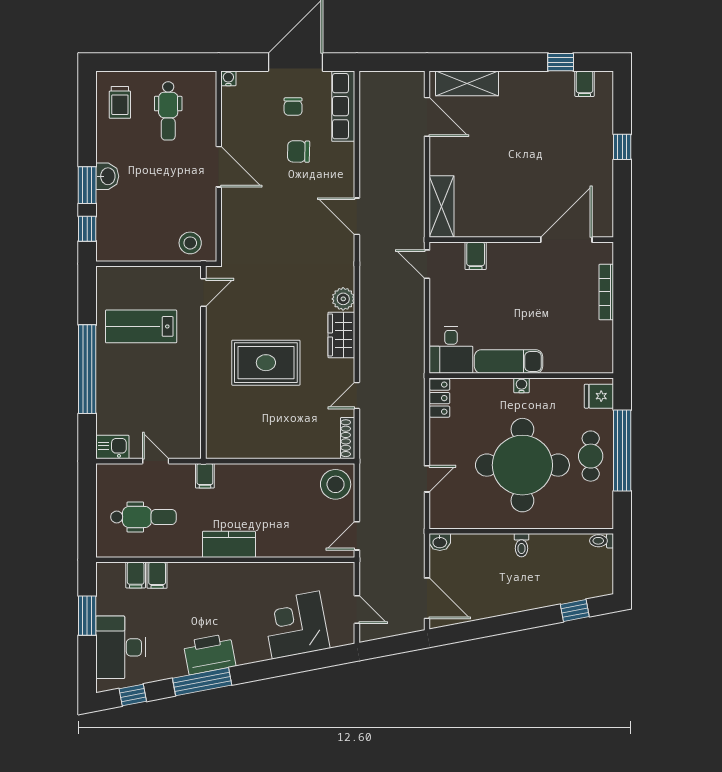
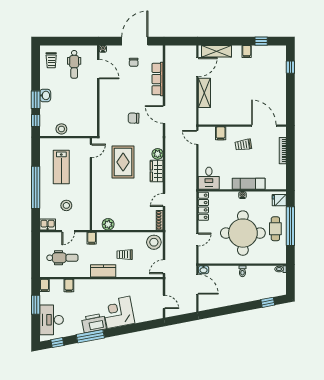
filing cabinet: (585, 84) -> (247, 51), moved
row of seats: (343, 106) -> (158, 79), moved
door: (427, 117) -> (197, 67), hinge flipped
window: (622, 147) -> (290, 67), moved
chair: (299, 151) -> (134, 118), moved
door: (219, 167) -> (98, 69), moved
shelving: (442, 207) -> (204, 93), moved
door: (566, 240) -> (264, 126), hinge flipped
stool: (190, 243) -> (61, 129), moved
trolley: (523, 280) -> (243, 145), added
lab bench: (141, 326) -> (61, 167), turned -90
exam couch: (509, 362) -> (249, 184), moved
rug: (266, 363) -> (123, 162), moved, turned 90
locker: (439, 398) -> (203, 206), width x1.53
stool: (152, 407) -> (66, 205), added
plant: (239, 447) -> (108, 224), added
door: (156, 461) -> (68, 231), swing flipped
trolley: (274, 511) -> (125, 255), added
filing cabinet: (136, 575) -> (44, 285), moved
door: (427, 598) -> (197, 284), moved
corner desk: (296, 625) -> (118, 312), moved

